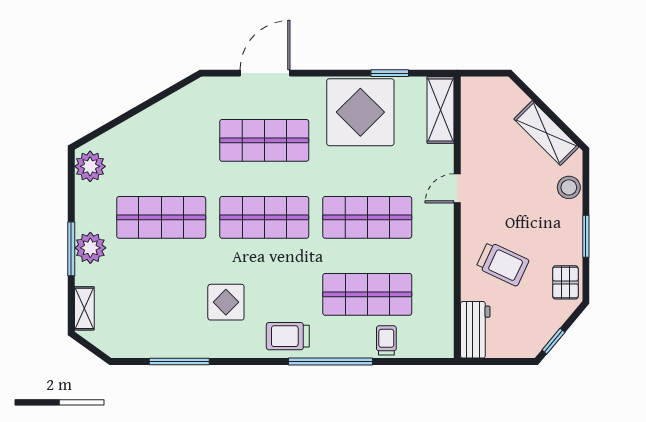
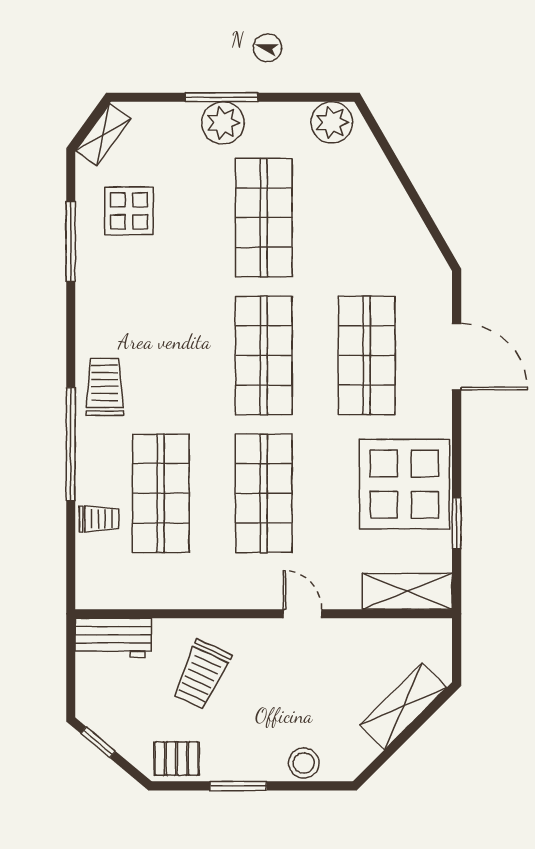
shelving: (546, 133) -> (403, 706), moved
display table: (226, 302) -> (129, 211), moved
shelving: (84, 308) -> (103, 135), moved, turned -54

